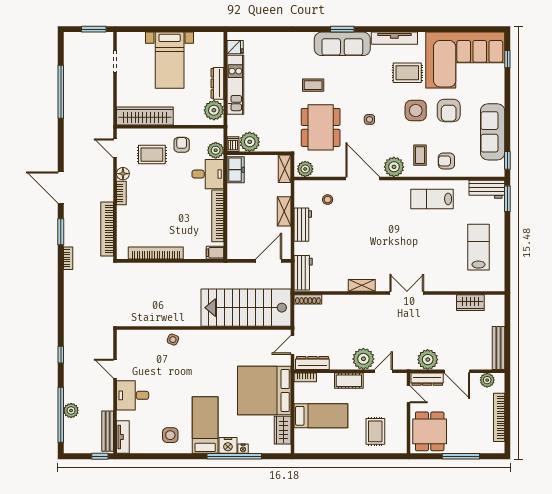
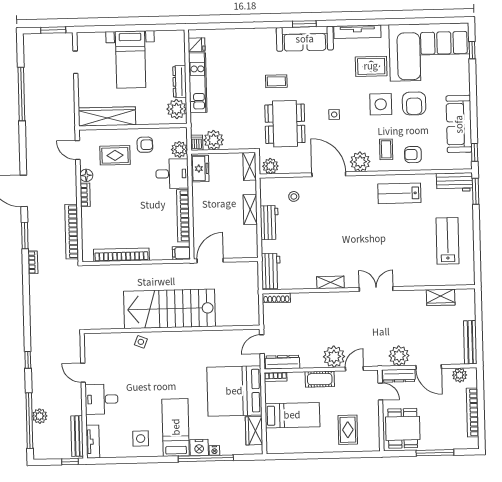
armchair: (182, 145) -> (145, 145), turned 90
door: (269, 261) -> (210, 261), moved
stairs: (246, 308) -> (170, 309), moved

